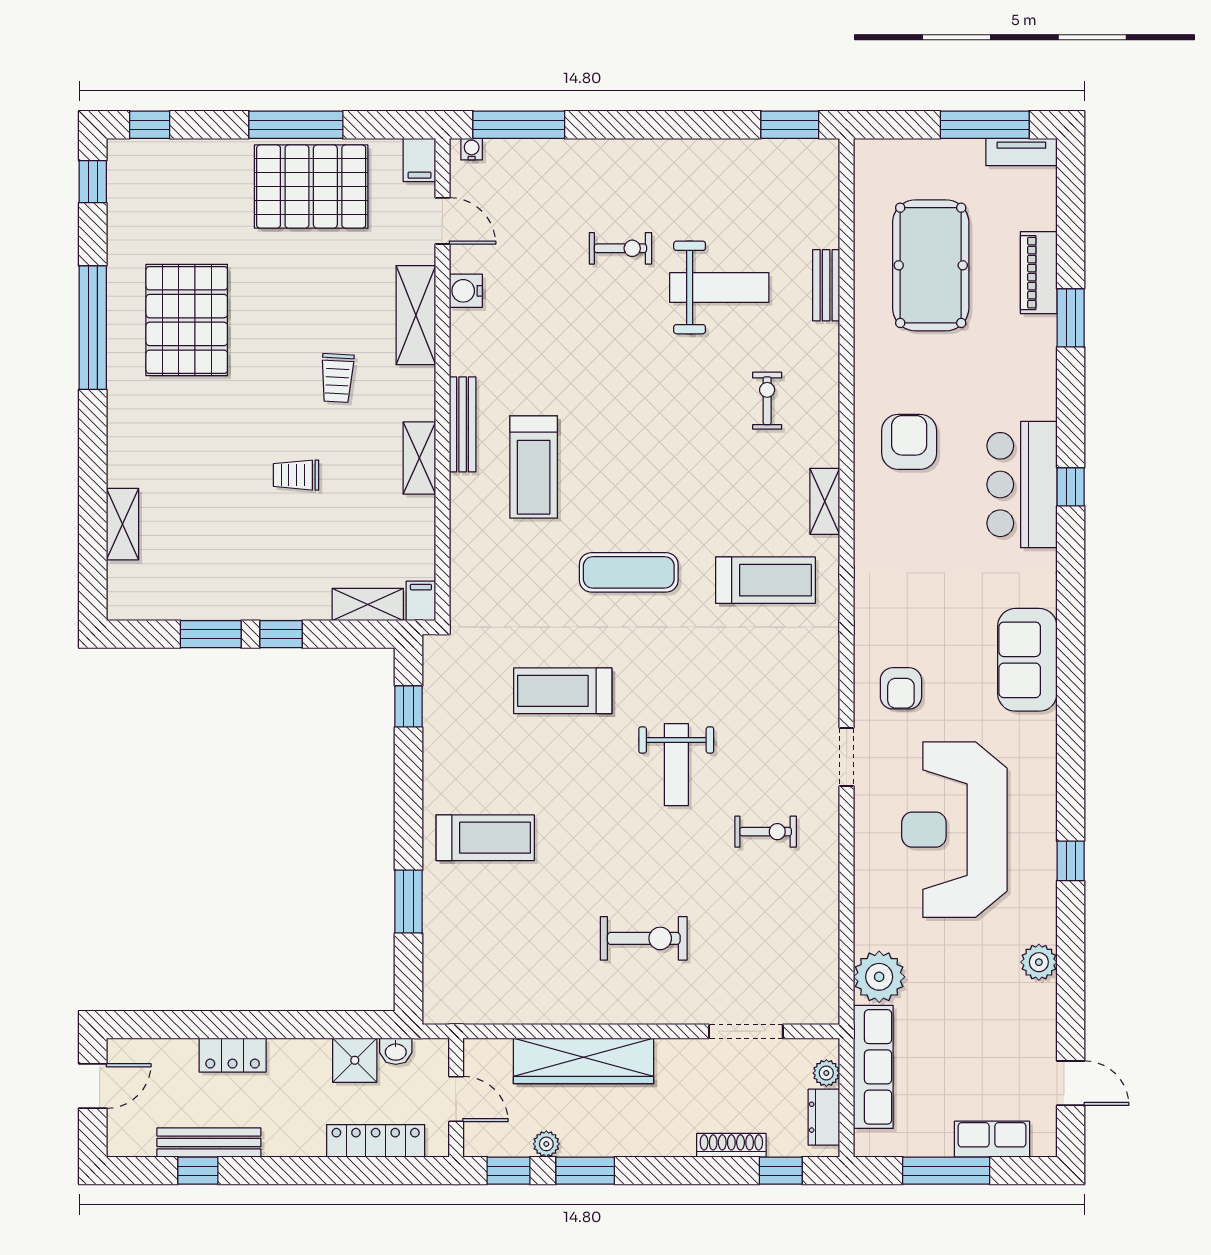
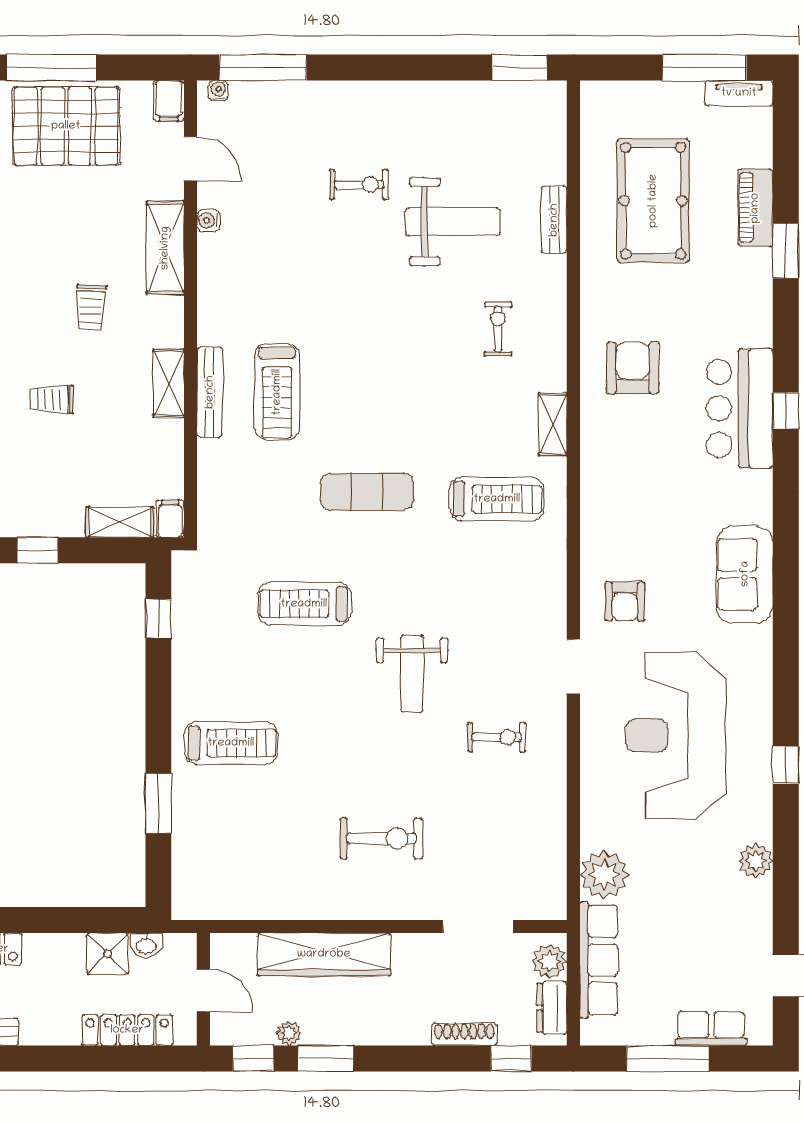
water cooler: (466, 291) -> (208, 221), width x0.72, depth x0.72
bench: (463, 424) -> (210, 392), moved
plant: (826, 1073) -> (549, 961), width x1.38, depth x1.38

